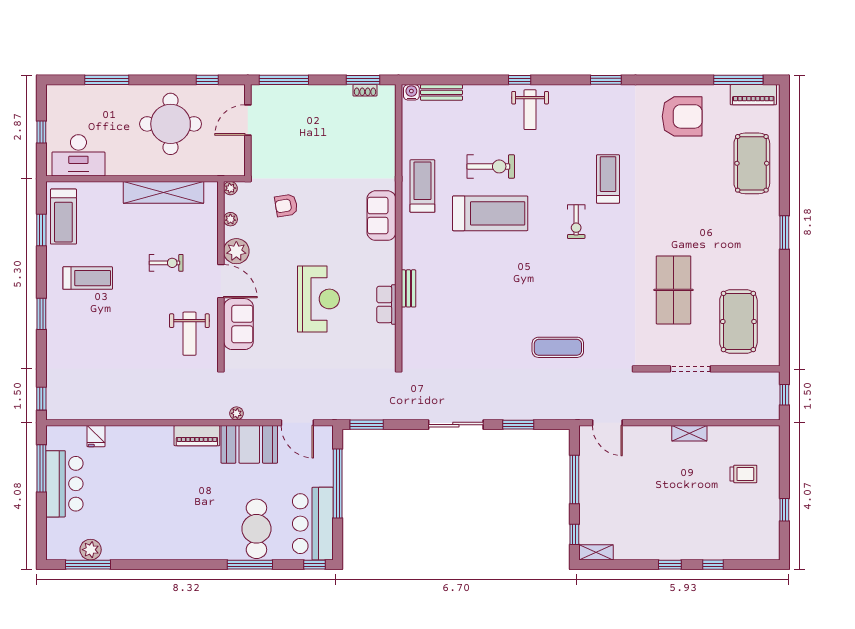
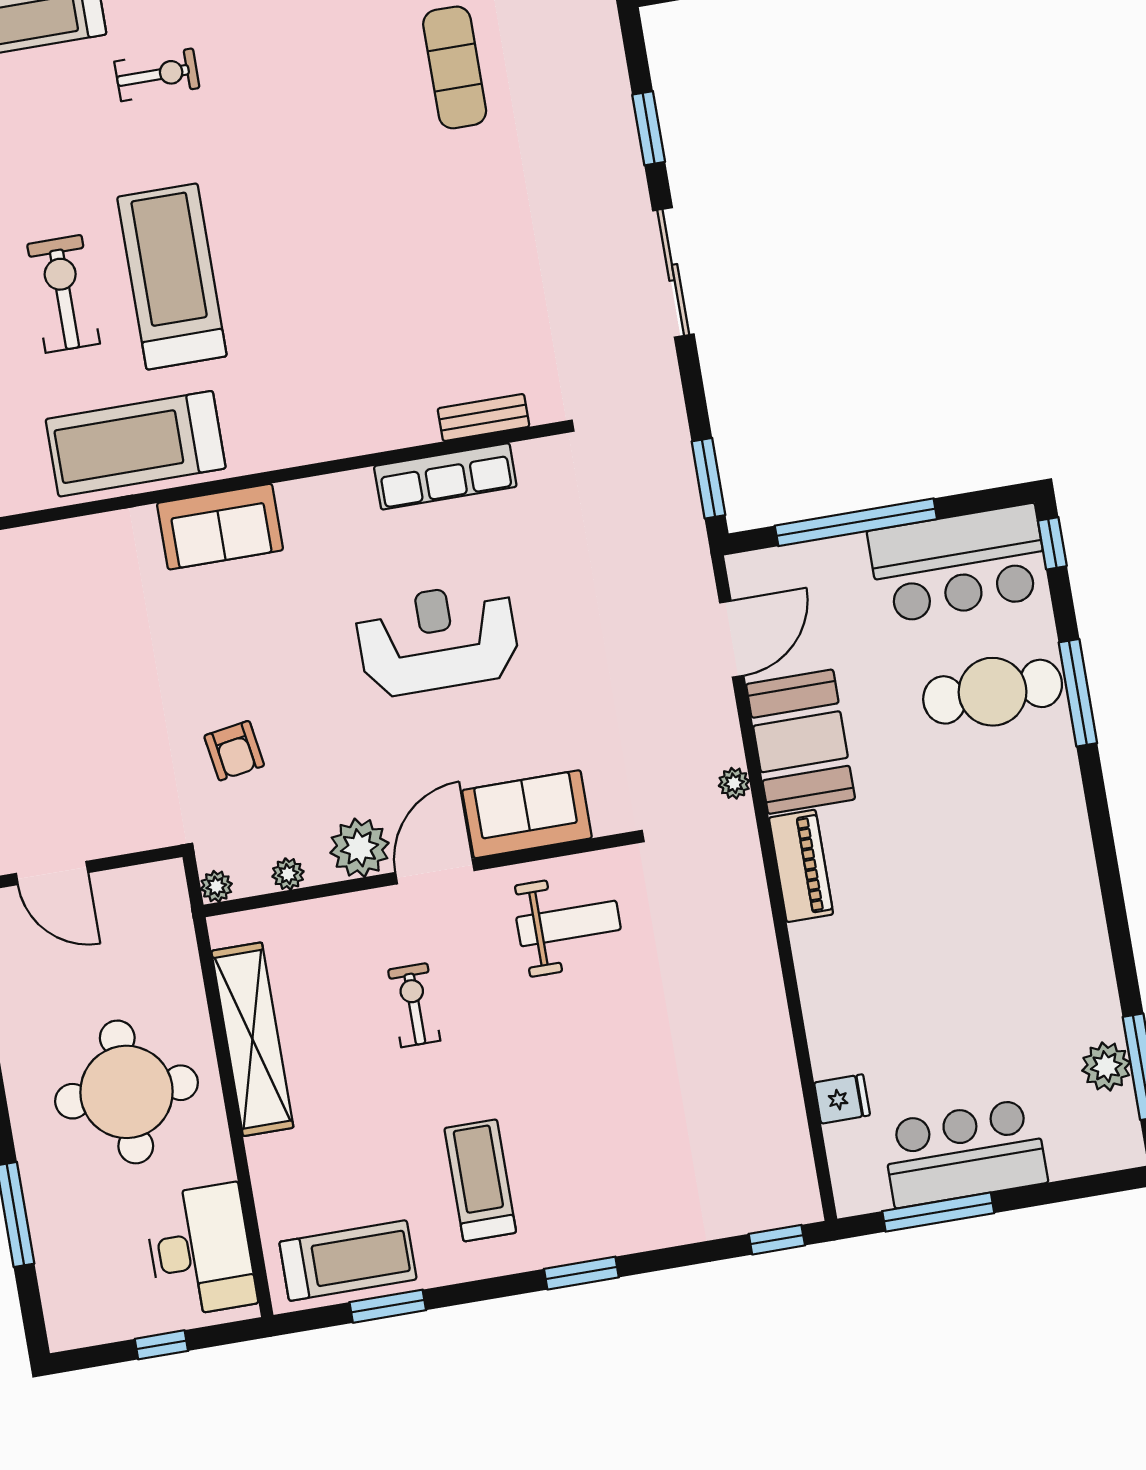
round table: (171, 124) -> (127, 1092), moved
treadmill: (422, 186) -> (136, 444), width x1.37, depth x1.38
bench: (408, 288) -> (483, 418), moved
row of seats: (386, 304) -> (445, 476), width x1.48

